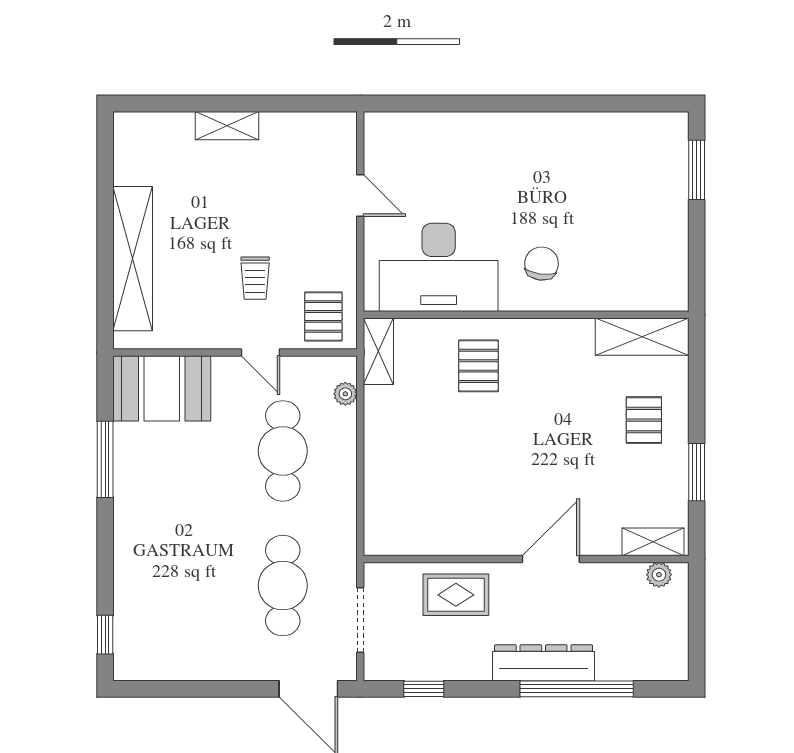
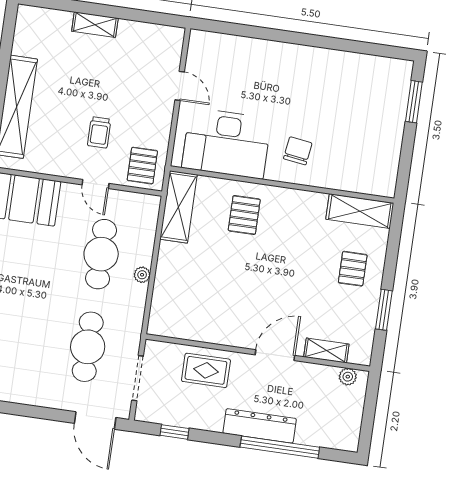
shelving: (378, 351) -> (178, 207), width x1.50, depth x1.33
plant: (345, 394) -> (142, 275), moved
shelving: (653, 542) -> (326, 351), moved

